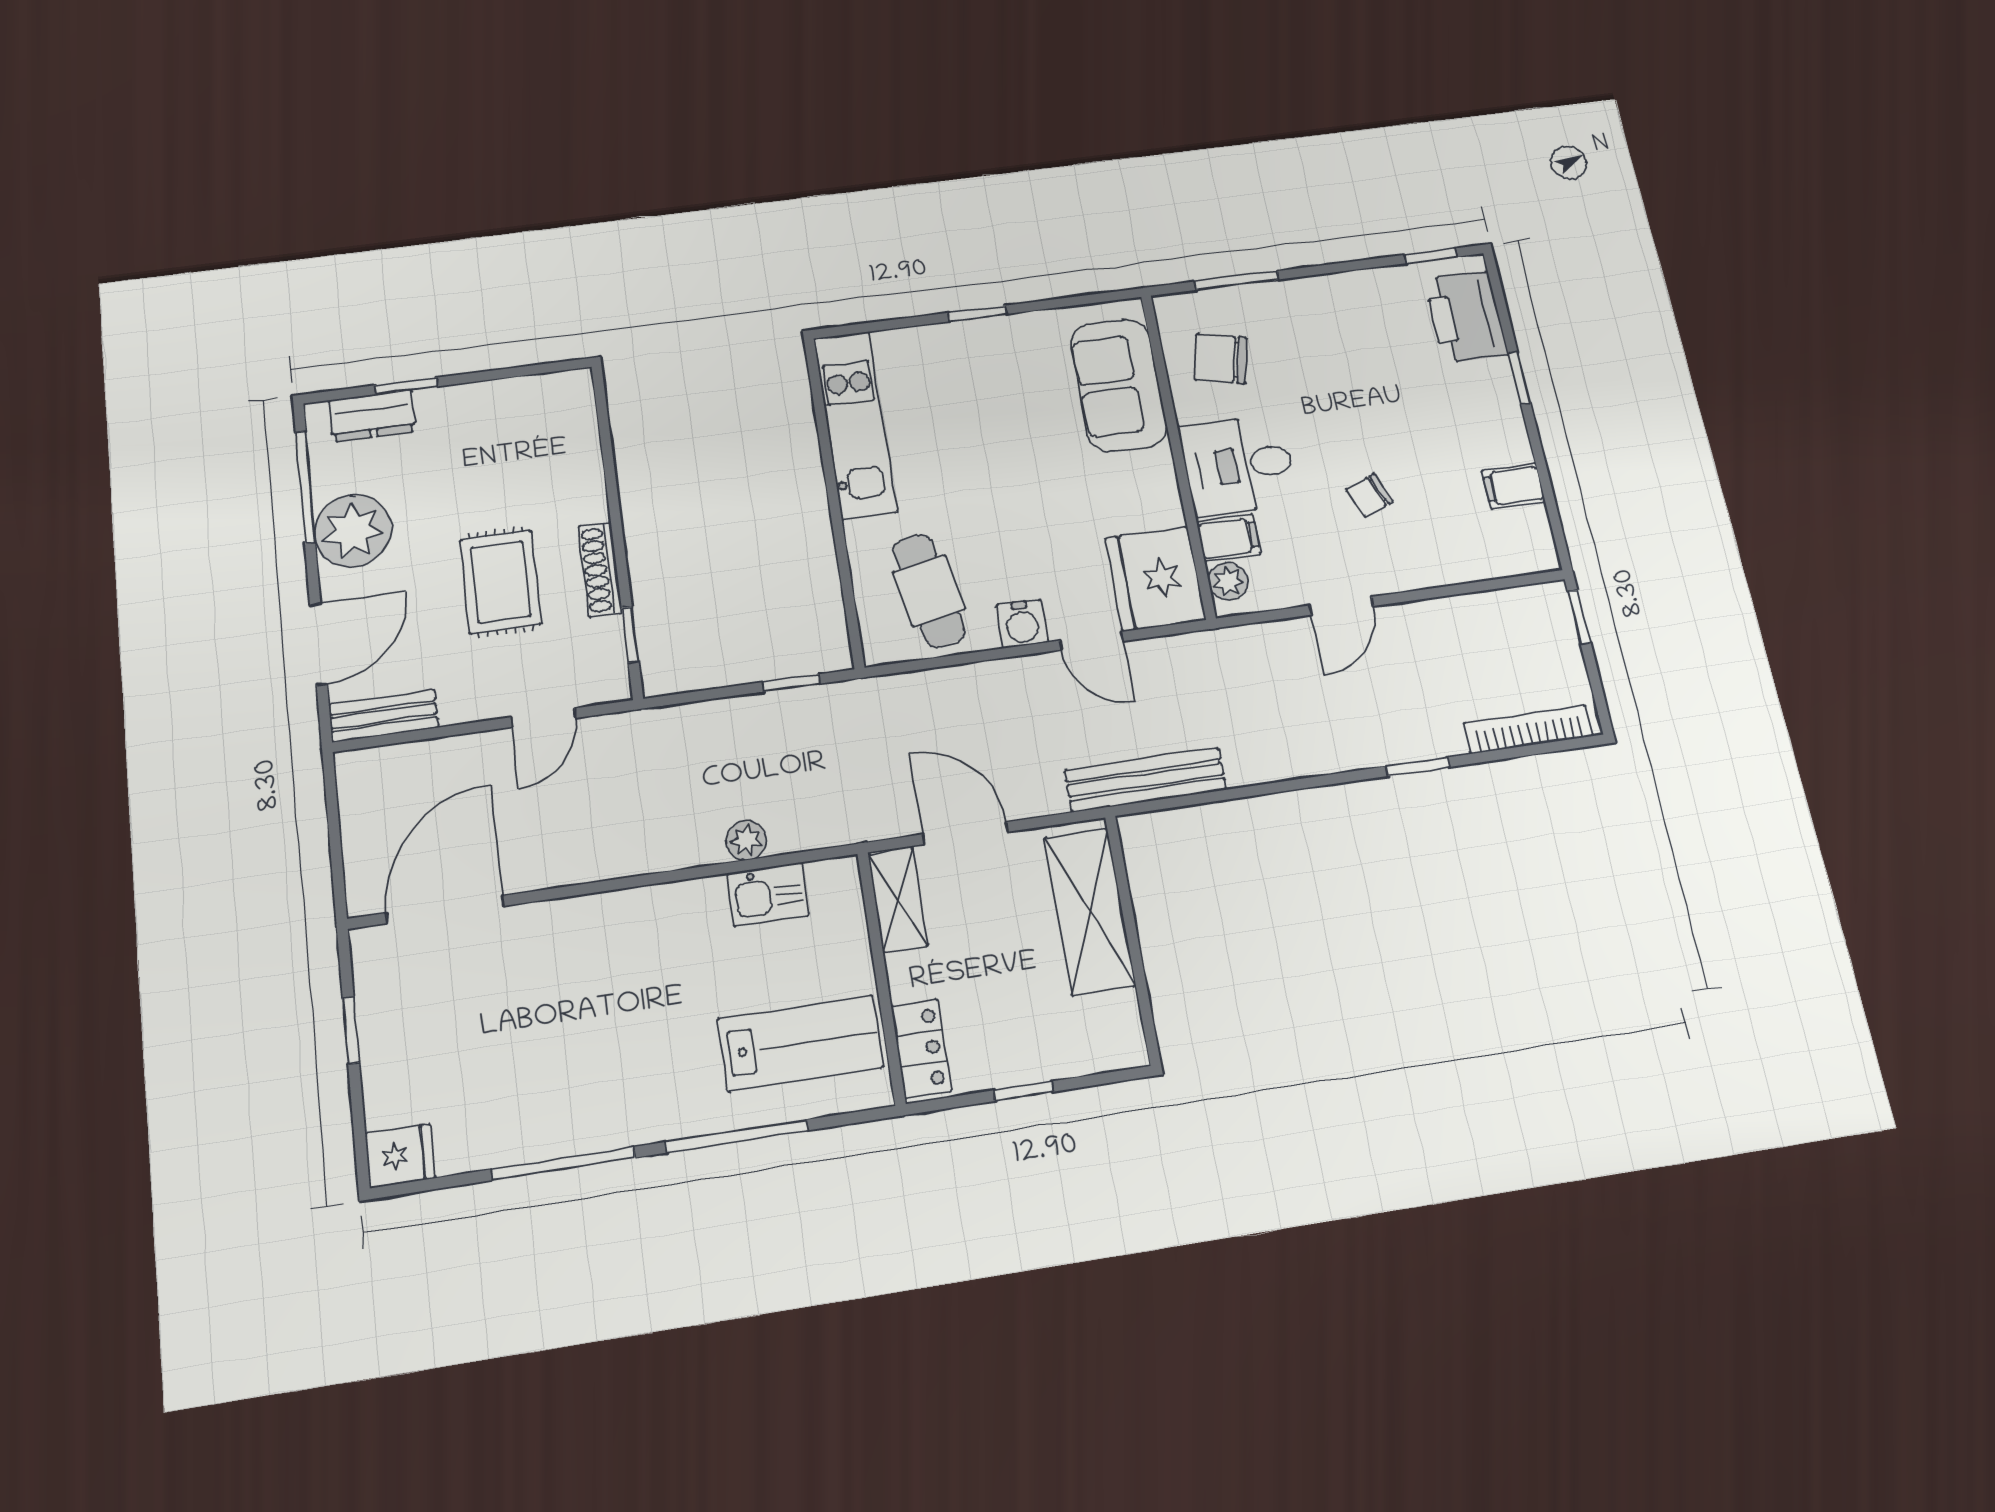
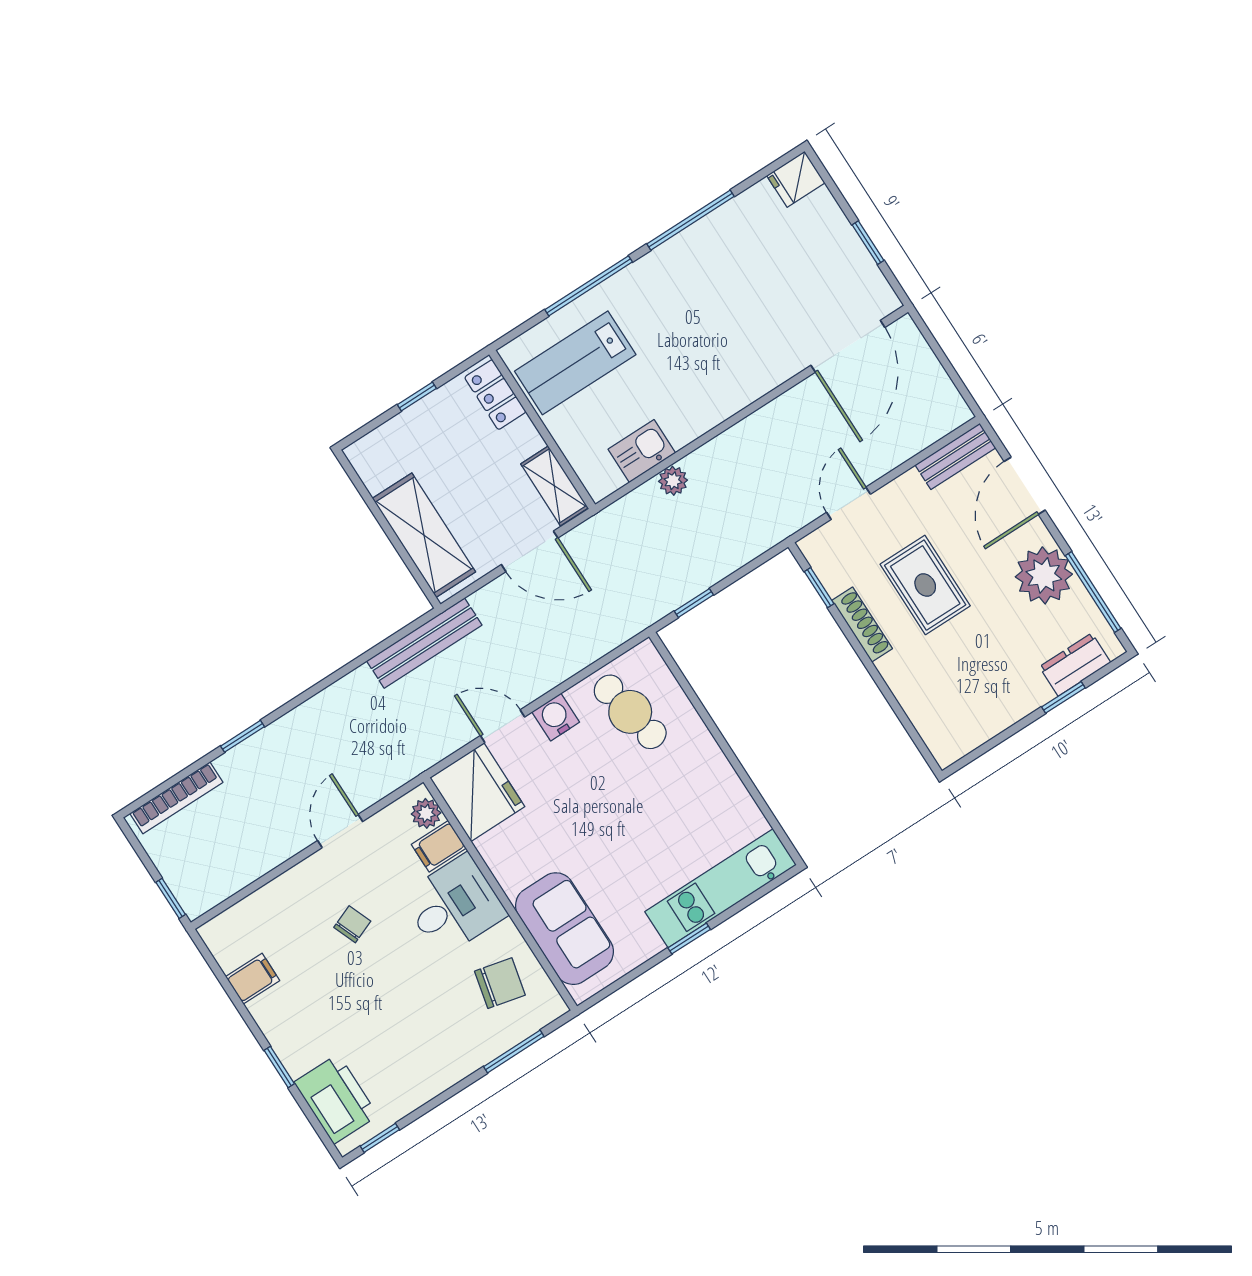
kitchen unit: (855, 425) -> (721, 888), moved, turned 90

